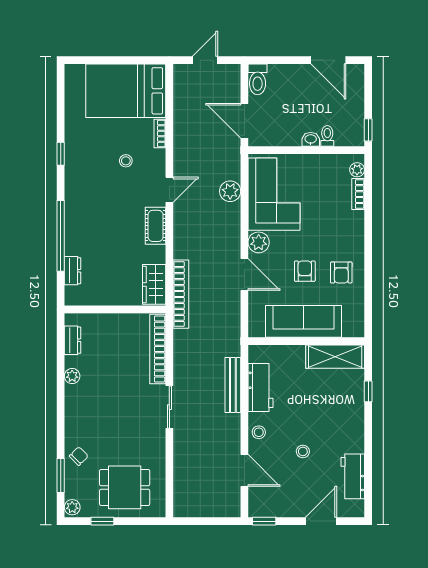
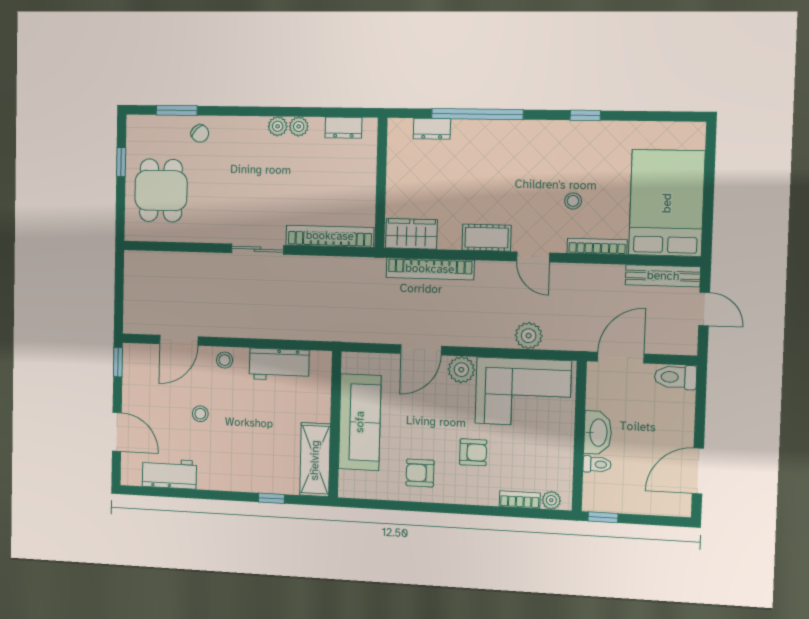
bookcase: (160, 134) -> (597, 246), width x1.56
washbasin: (311, 139) -> (598, 433), width x1.91, depth x1.45
armchair: (305, 271) -> (473, 452), moved
bookcase: (181, 294) -> (430, 269), moved
bench: (233, 385) -> (663, 276), moved
plant: (72, 507) -> (278, 126), moved

